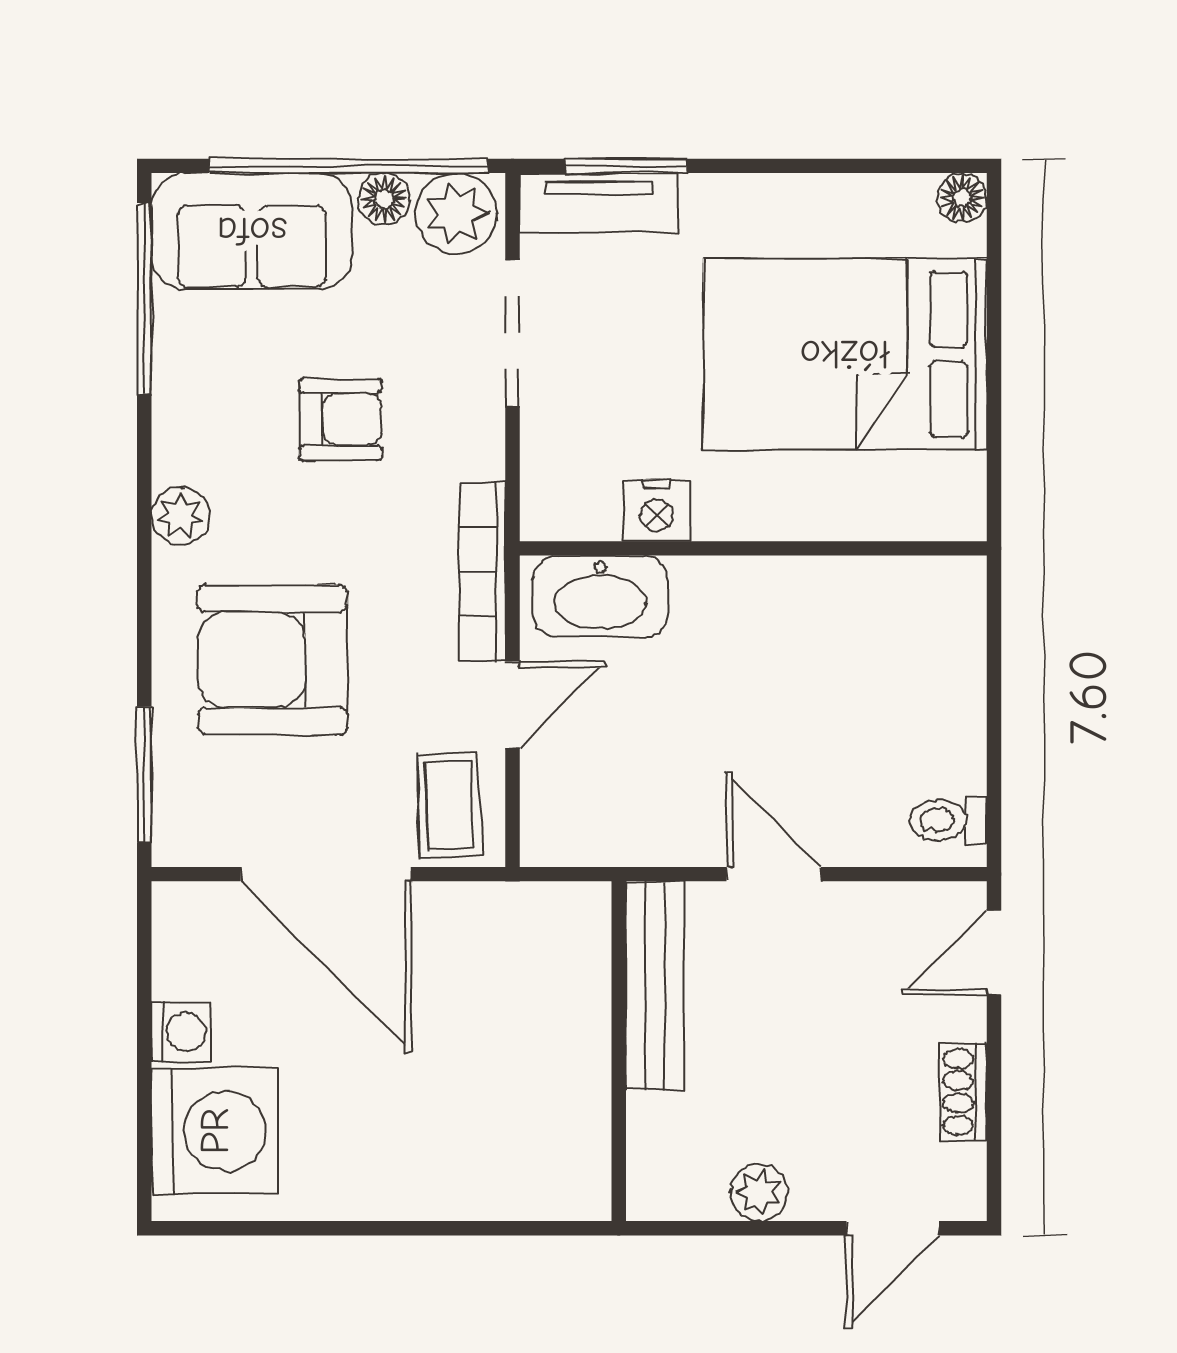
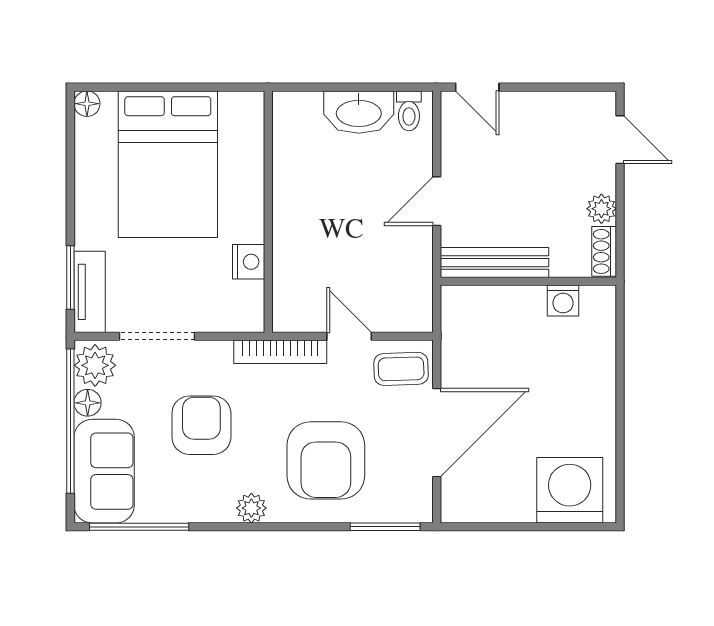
armchair: (340, 419) -> (201, 425), width x1.38, depth x1.38
washbasin: (600, 597) -> (359, 112), moved, turned 90
washing machine: (181, 1032) -> (563, 301), moved, turned 180
shoe rack: (963, 1092) -> (604, 251), moved, turned 90

